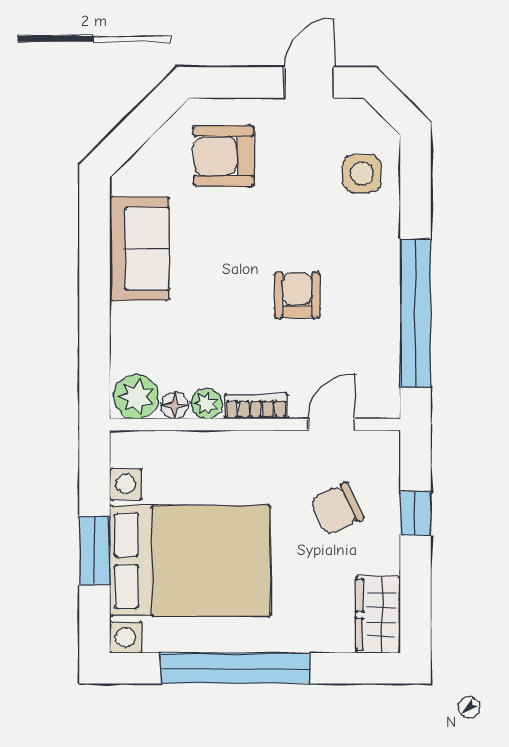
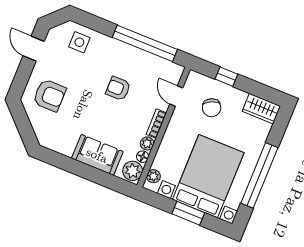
armchair: (224, 156) -> (49, 95), turned -90
sofa: (139, 249) -> (97, 155), moved
plant: (143, 445) -> (154, 176), added

